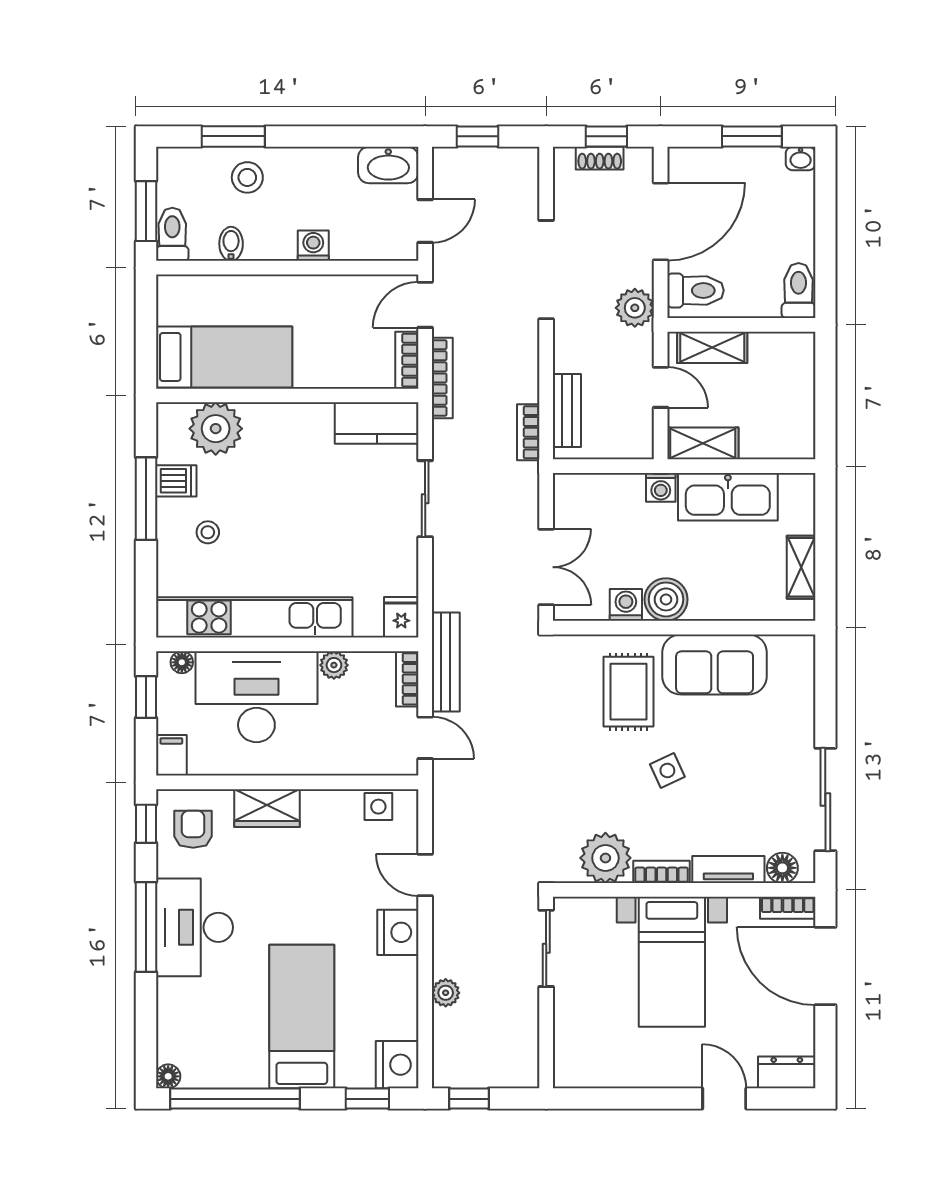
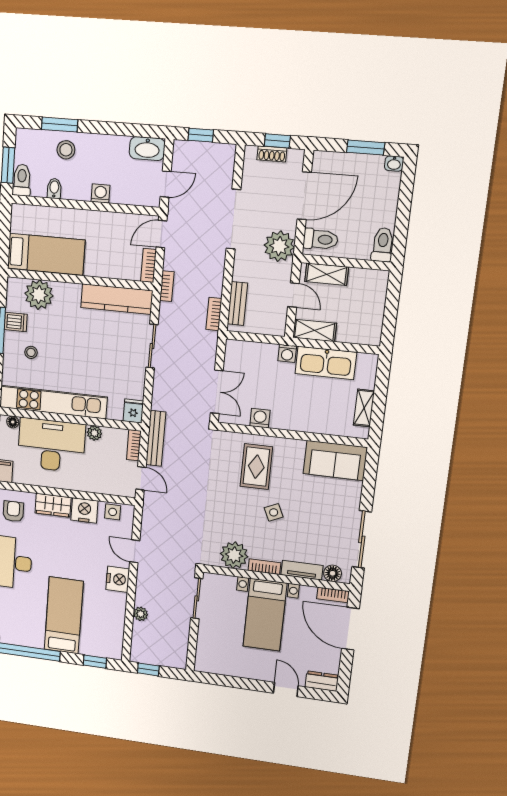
plant: (635, 308) -> (279, 246), width x1.36, depth x1.36
bookcase: (442, 378) -> (167, 286), width x0.64
kitchen counter: (377, 423) -> (117, 299), width x1.50
boiler: (666, 599) -> (283, 418), removed
sofa: (715, 664) -> (335, 460), moved
nightstand: (397, 1065) -> (84, 510), moved, turned -90

